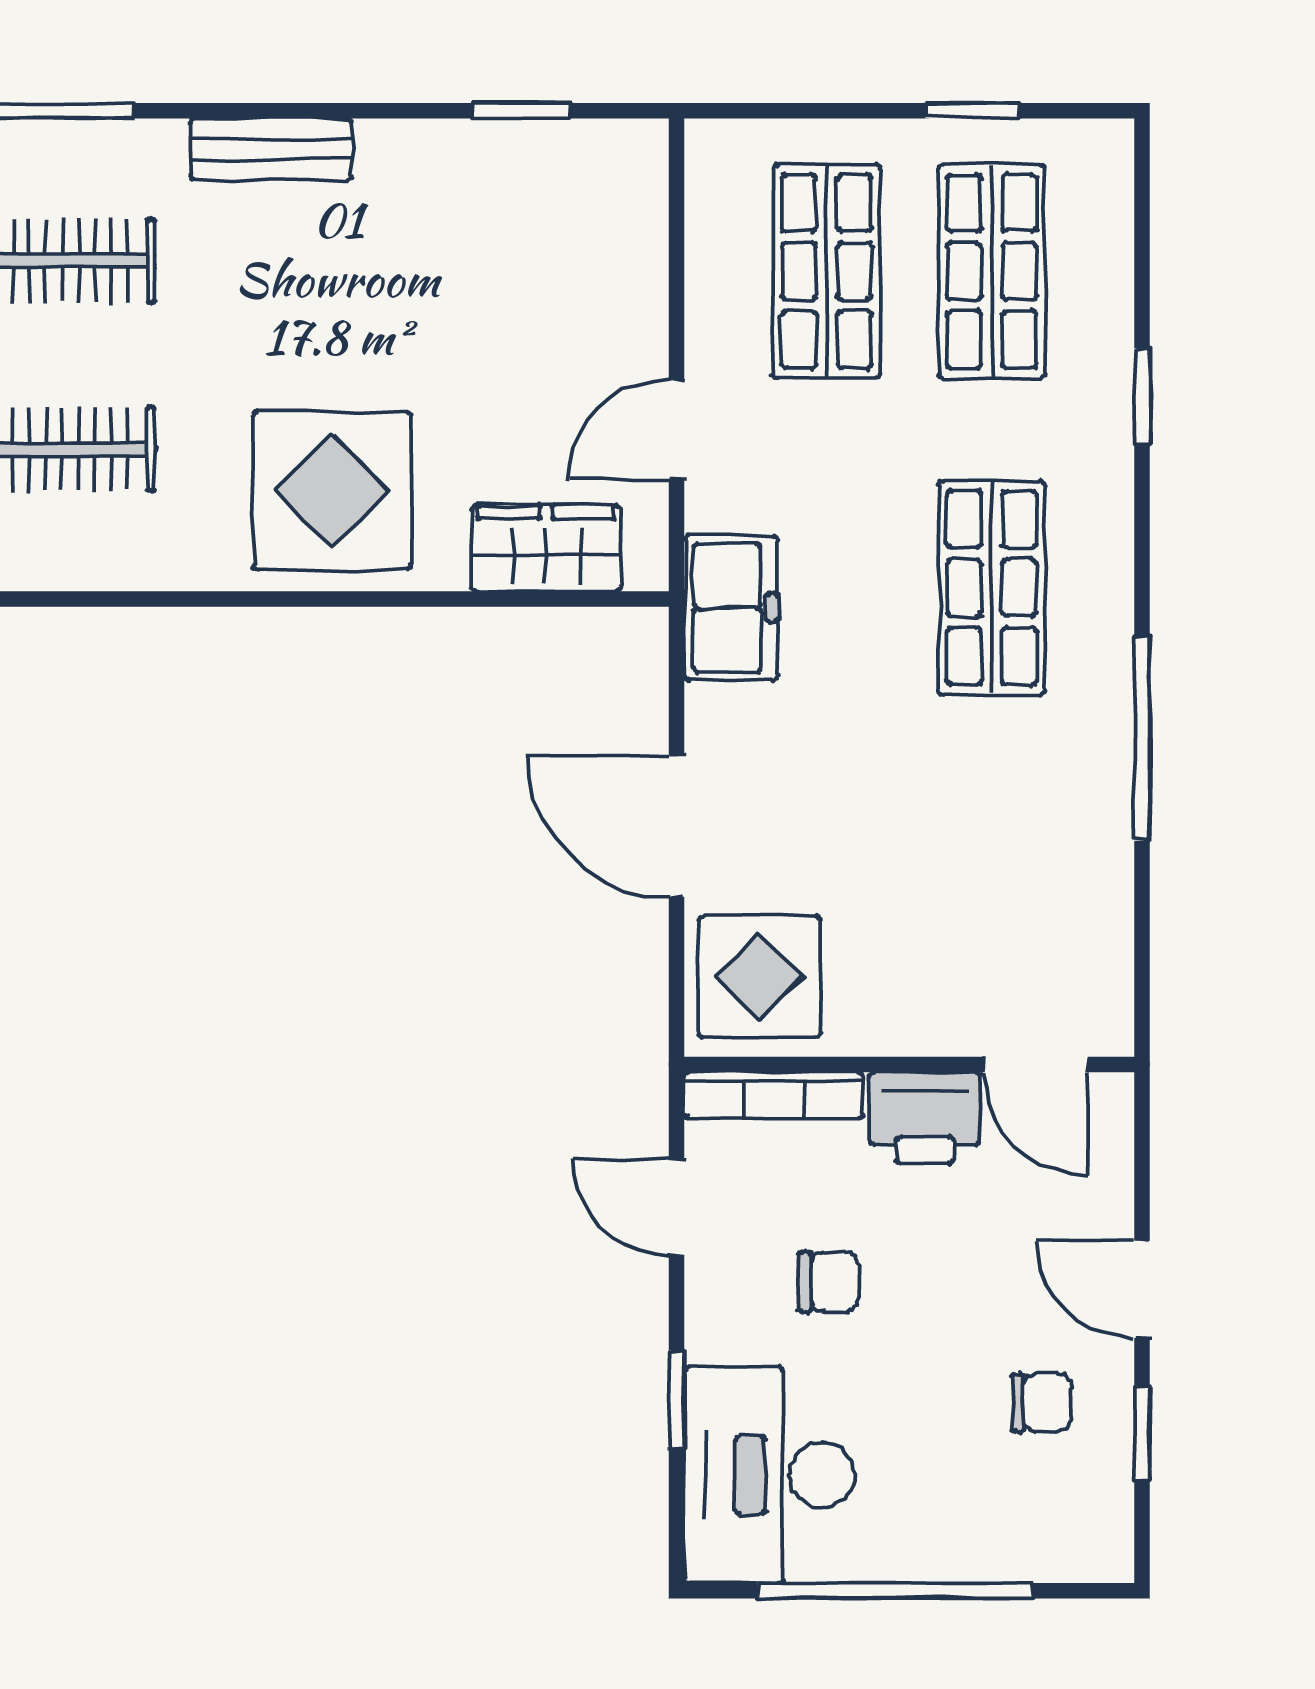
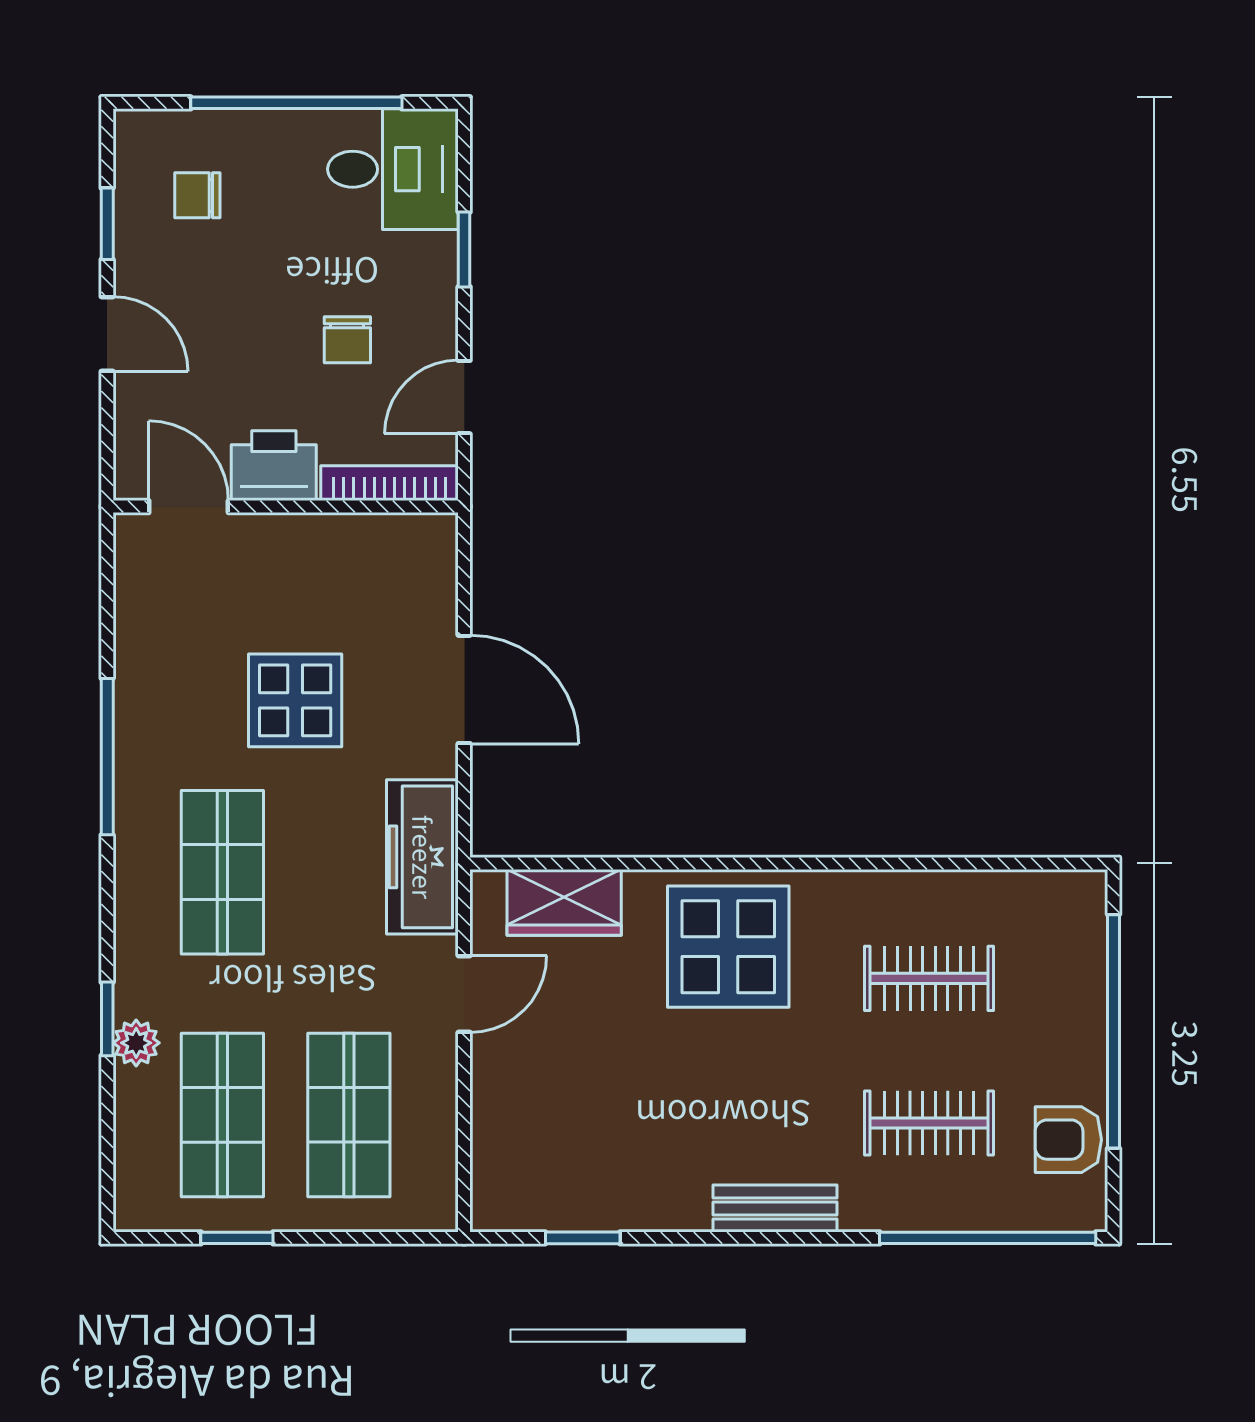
plant: (1104, 365) -> (136, 1043), added
freezer: (731, 608) -> (422, 857), width x1.40
display table: (759, 977) -> (295, 700), moved
door: (677, 1207) -> (464, 397), swing flipped
chair: (829, 1282) -> (347, 340), turned -90
chair: (1041, 1403) -> (197, 195), moved
desk: (769, 1475) -> (393, 169), width x0.73

